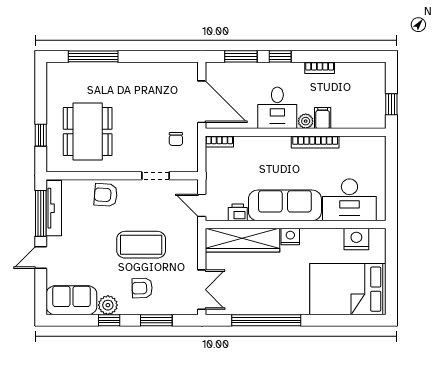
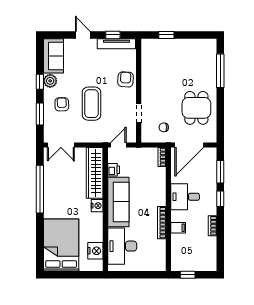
plant: (306, 121) -> (176, 216), removed
dining table: (88, 132) -> (196, 108), moved, width x0.73
window: (41, 213) -> (113, 35), width x0.46

